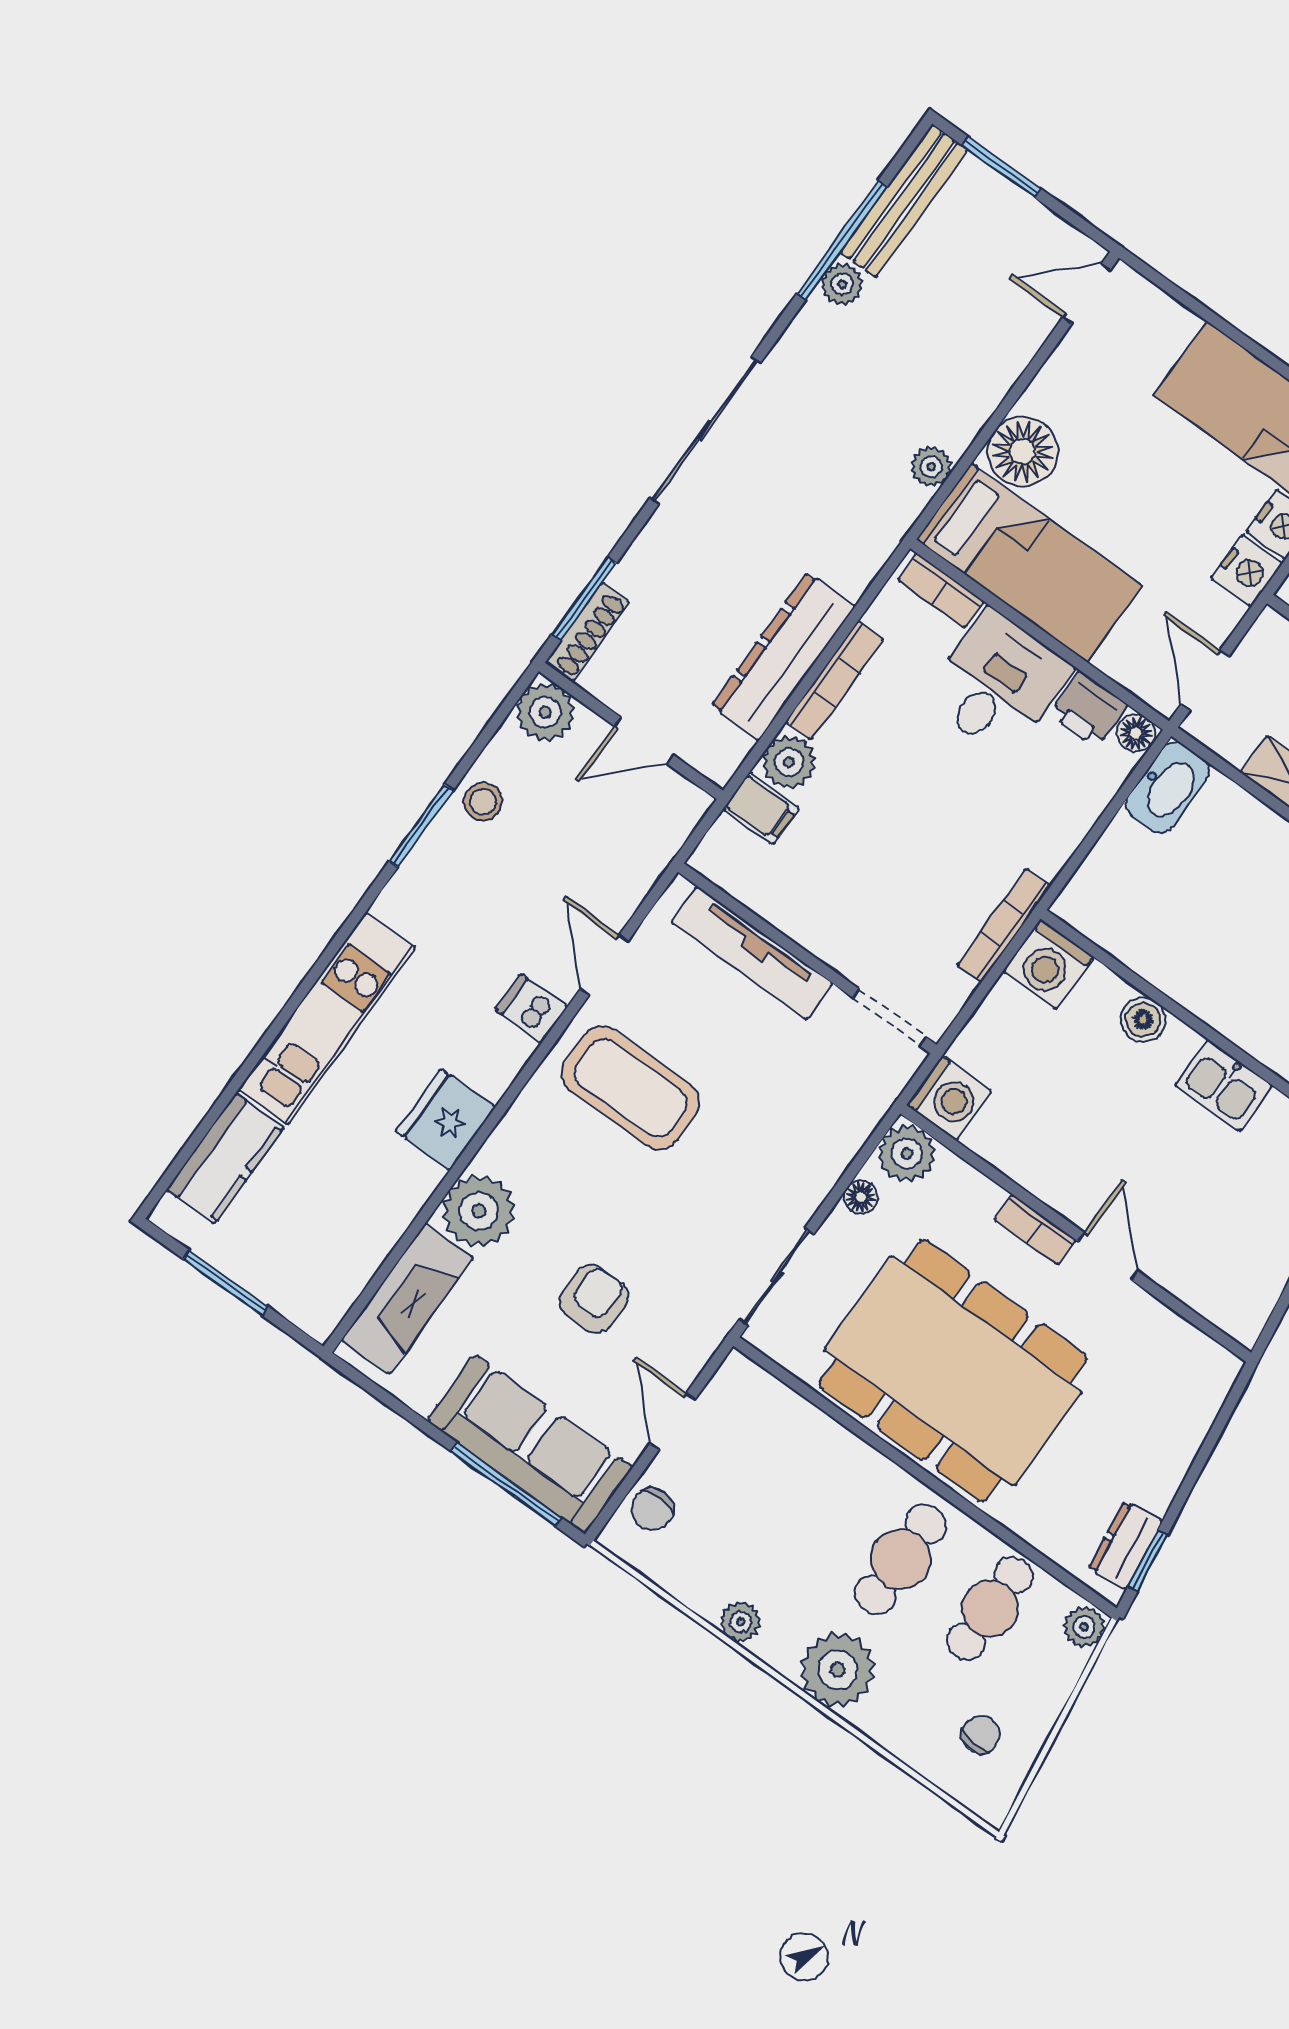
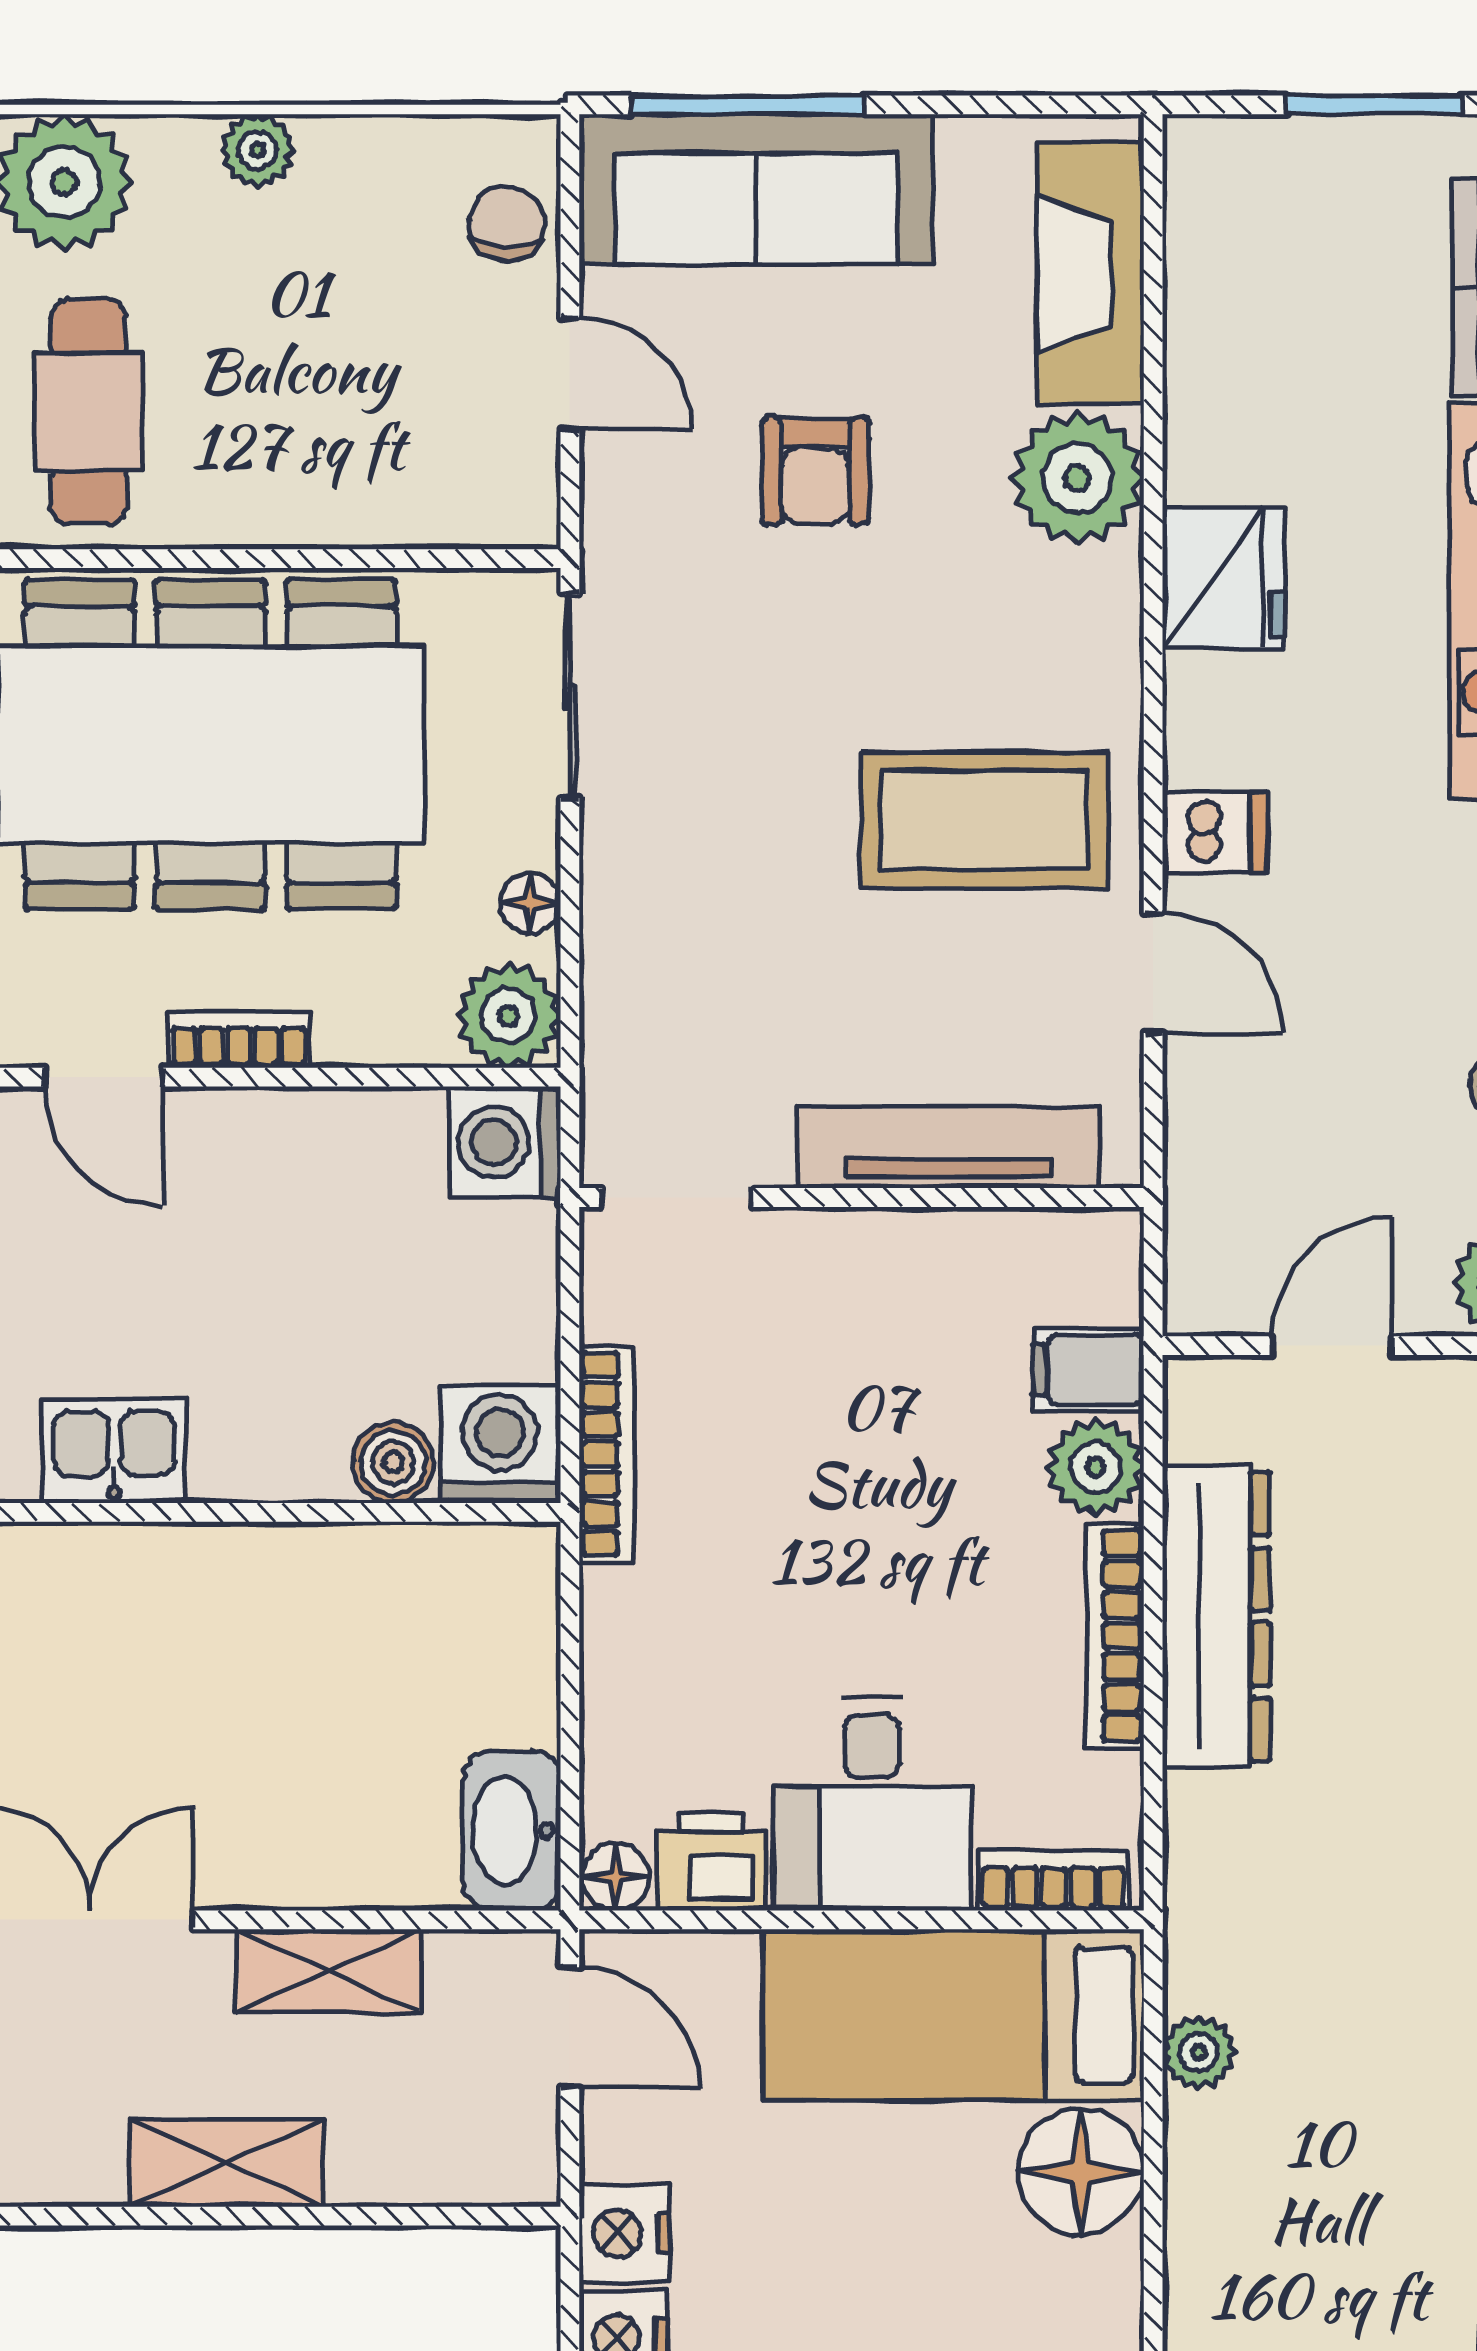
boiler: (1143, 1020) -> (393, 1463), moved

